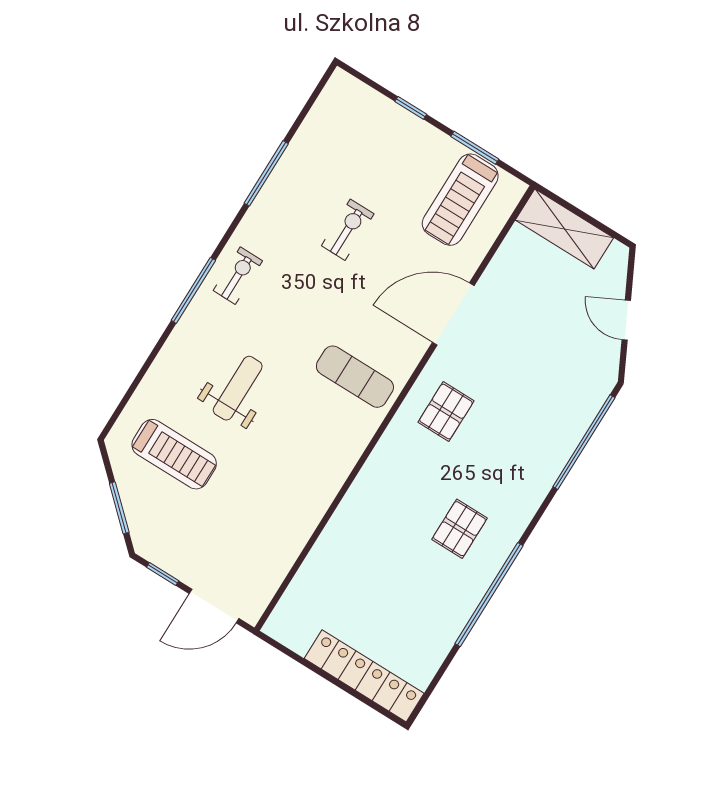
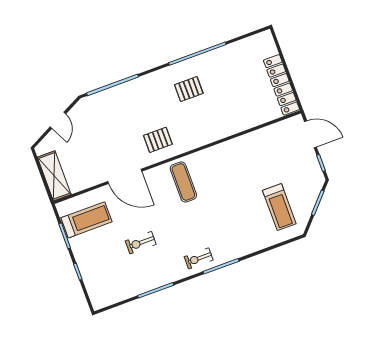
weight bench: (238, 388) -> (234, 214), removed
treadmill: (174, 454) -> (279, 207), turned 180
locker: (364, 676) -> (281, 85), moved

